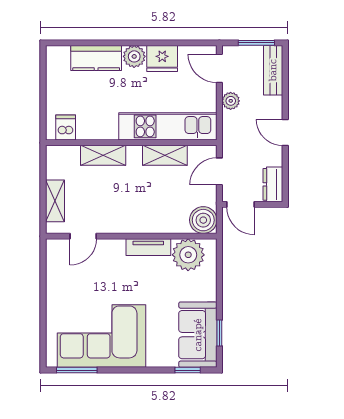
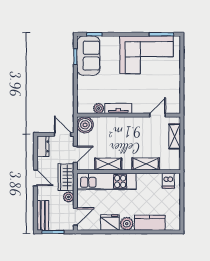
door: (219, 68) -> (75, 217), hinge flipped
wardrobe: (235, 134) -> (66, 177), added
plant: (188, 255) -> (99, 108), width x0.53, depth x0.53

